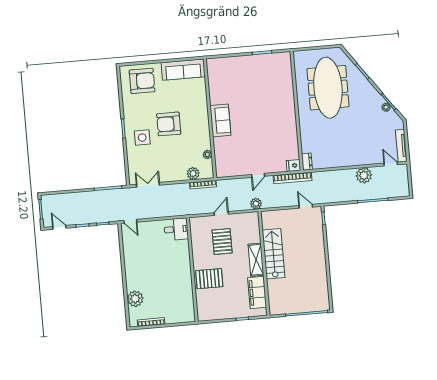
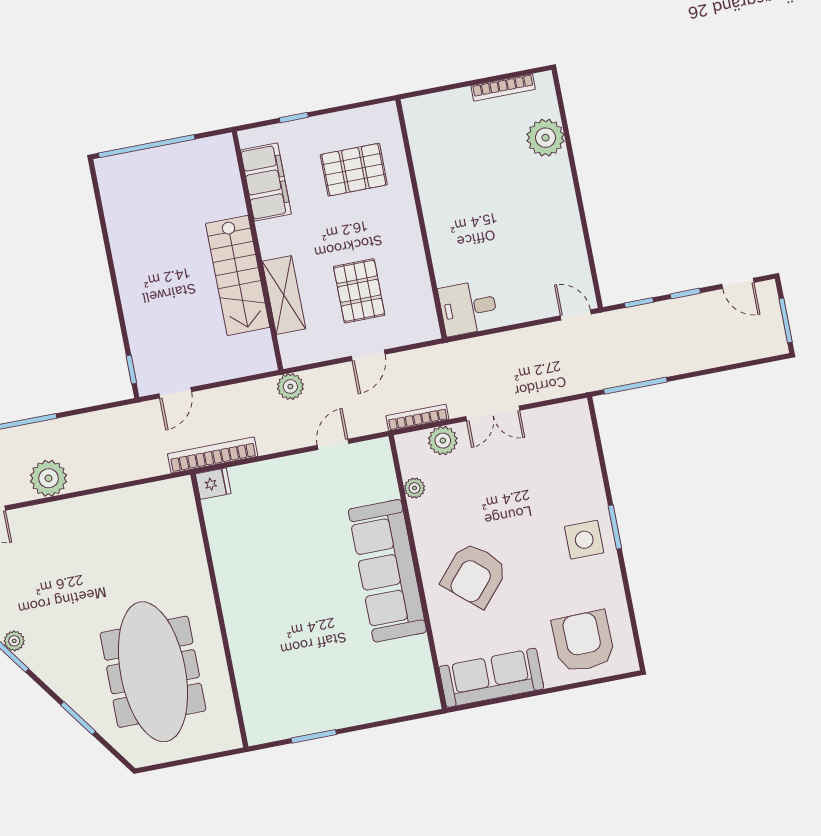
armchair: (142, 81) -> (583, 641), turned 89
sofa: (220, 120) -> (387, 571), width x1.85, depth x1.27
armchair: (169, 124) -> (474, 575), moved, turned 131
side table: (142, 138) -> (584, 540), moved
dresser: (307, 162) -> (183, 496), removed
door: (258, 175) -> (333, 444), moved
double door: (148, 185) -> (493, 413), moved
door: (306, 206) -> (175, 393), hinge flipped
shelving: (256, 260) -> (284, 295), moved
pallet: (209, 279) -> (354, 170), moved

